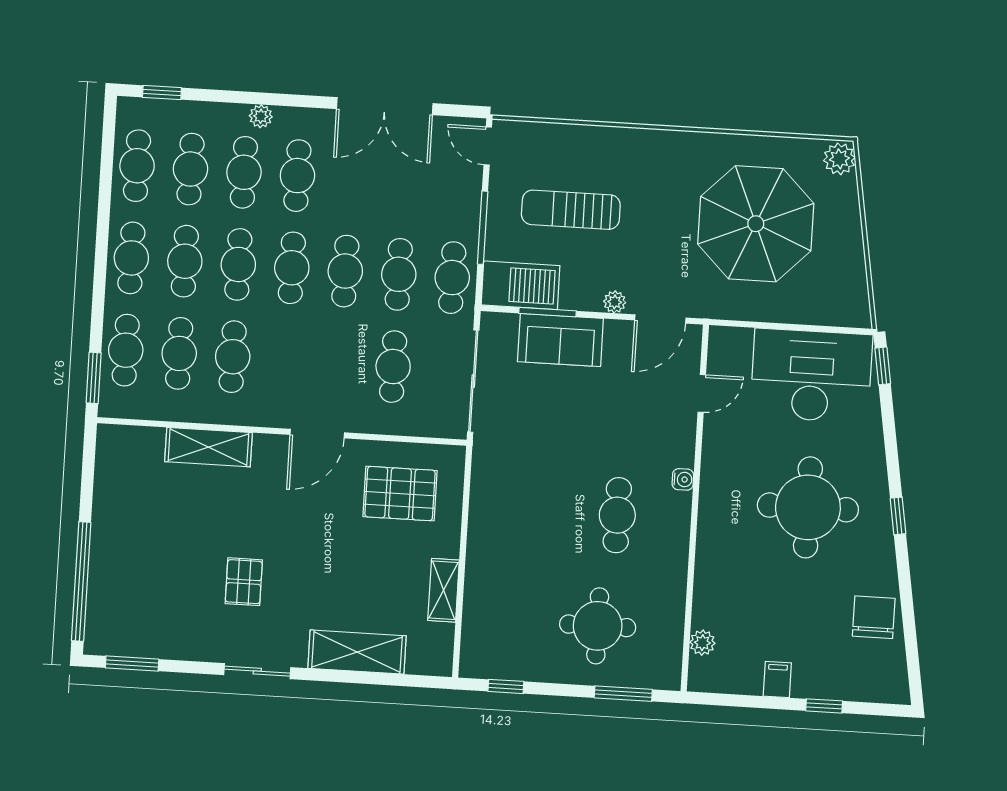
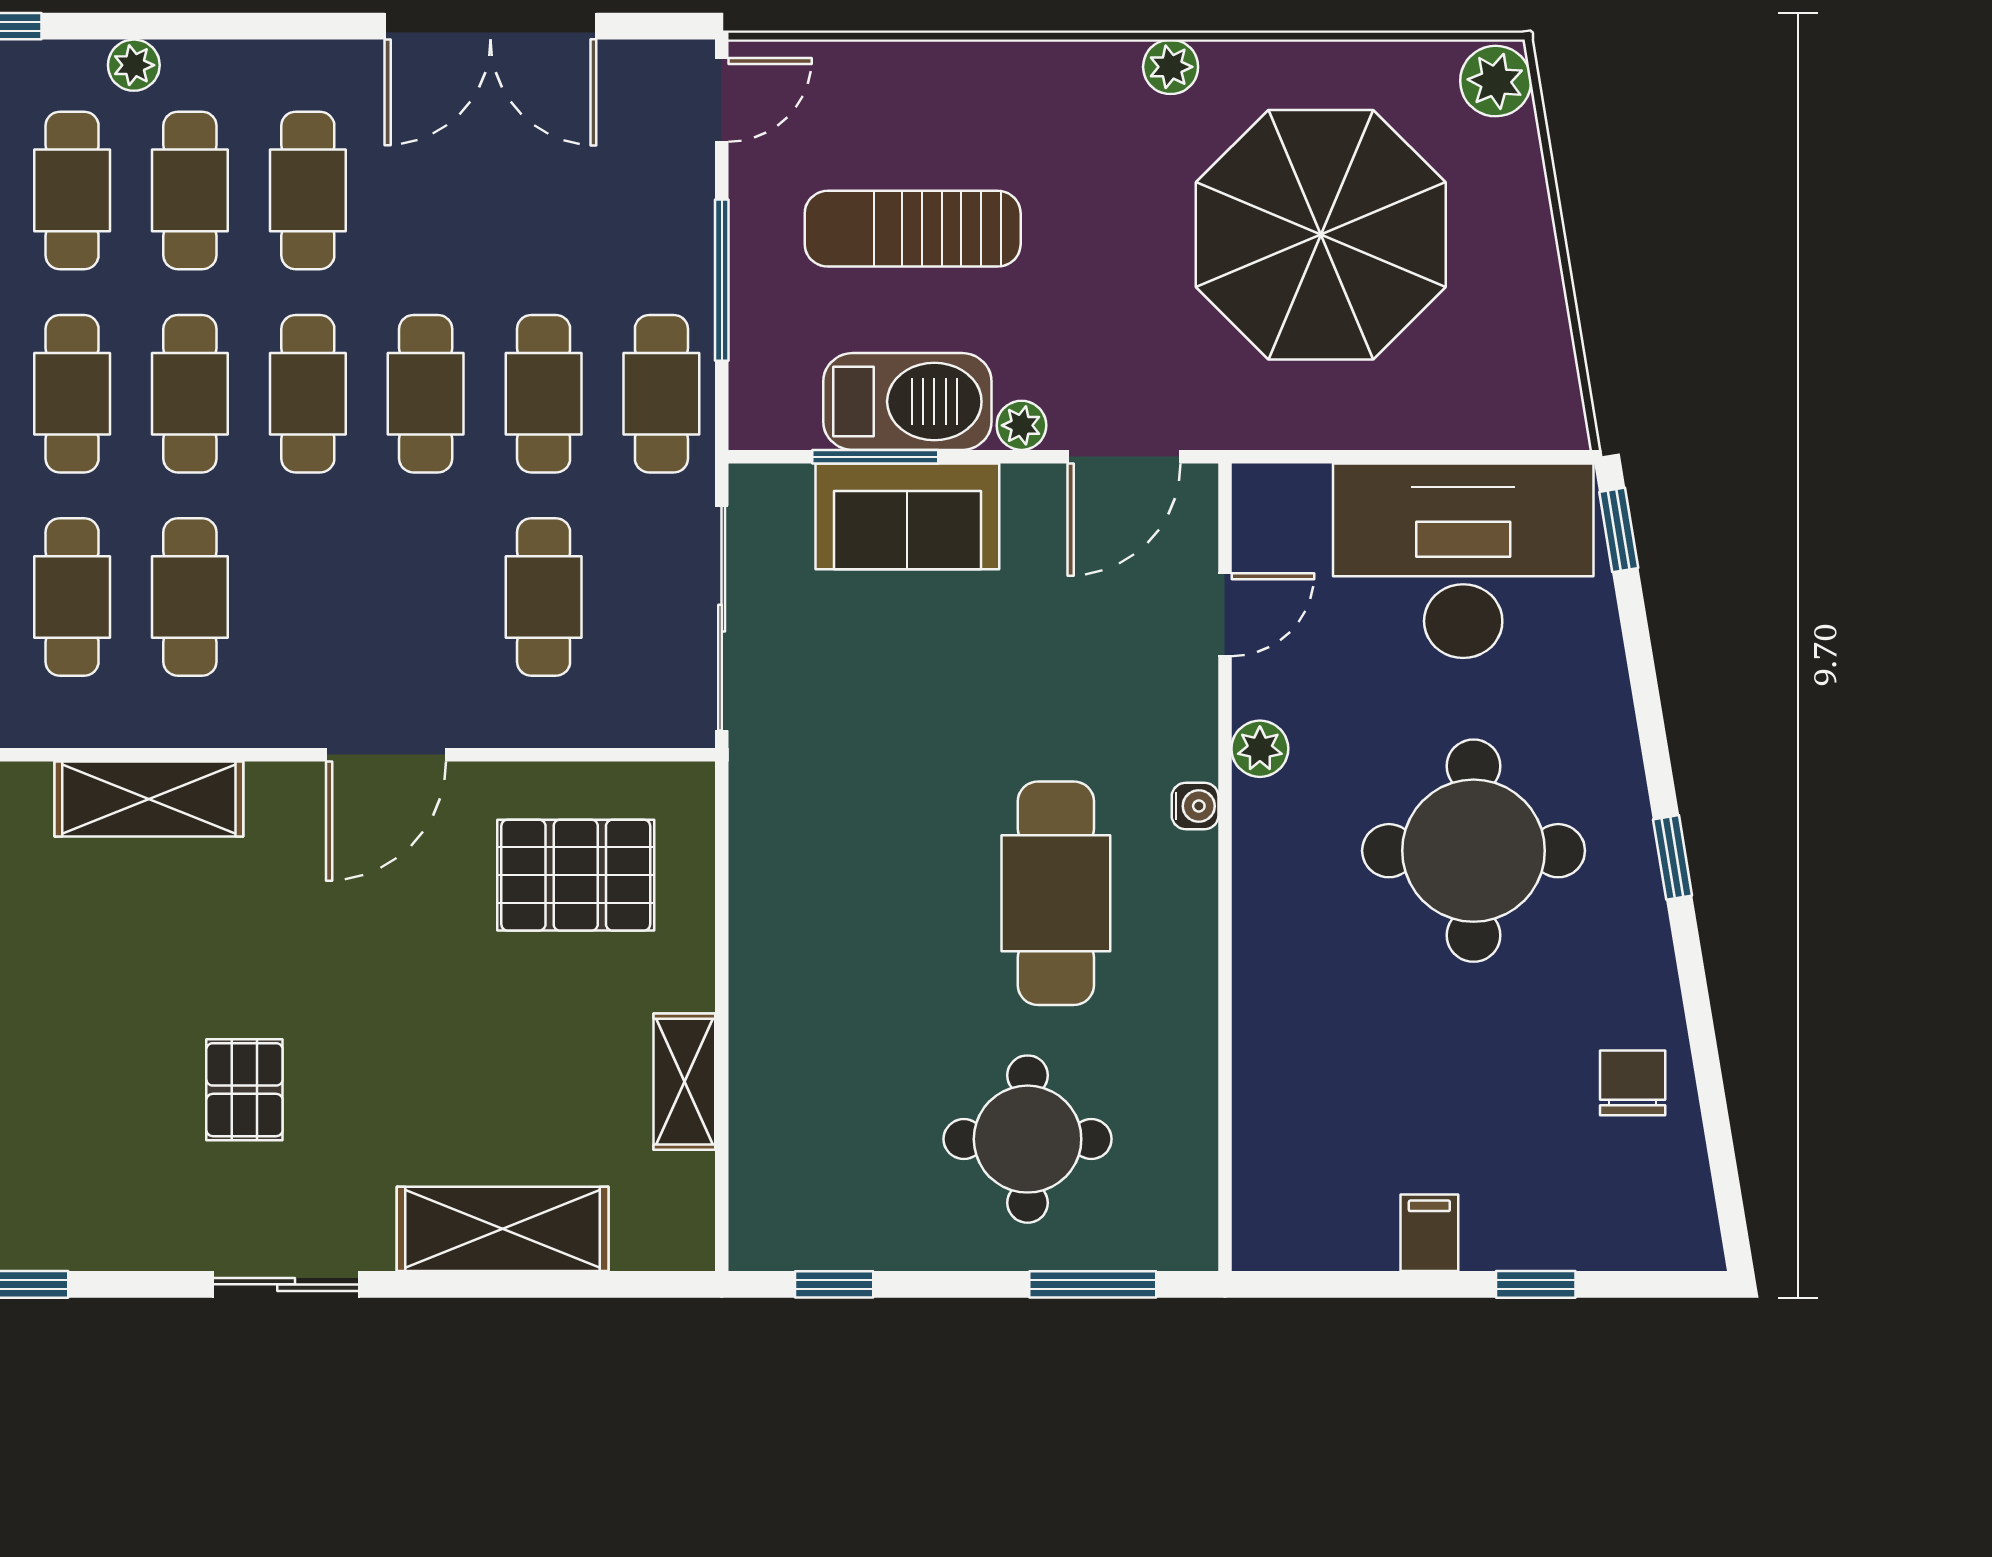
plant: (261, 116) -> (134, 65), moved
plant: (692, 143) -> (1171, 67), added
door: (488, 146) -> (722, 100), swing flipped
barbecue: (520, 285) -> (907, 402), moved
cafe table: (617, 515) -> (1056, 893), width x1.37, depth x1.35
chair: (874, 617) -> (1633, 1083), width x0.73, depth x0.73
plant: (702, 643) -> (1260, 749), moved

